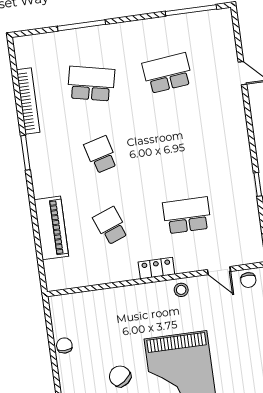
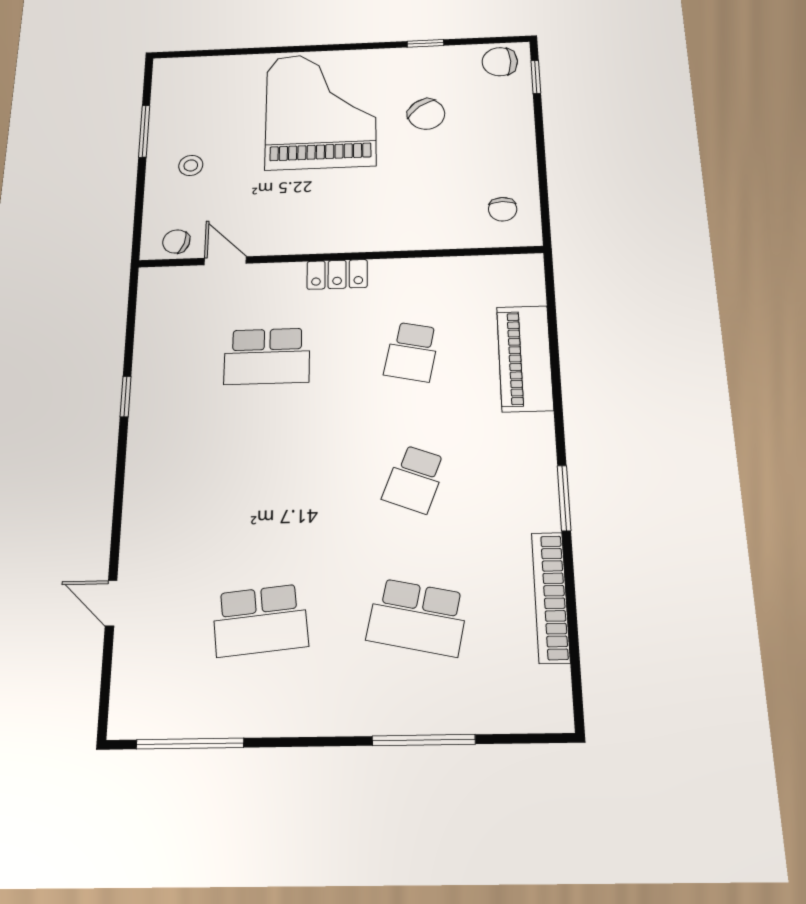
school desk: (101, 155) -> (415, 479), turned 36
school desk: (111, 226) -> (412, 352), turned 33
chair: (248, 280) -> (176, 241), turned -73
stool: (181, 290) -> (191, 165), moved
chair: (64, 345) -> (503, 209), moved

